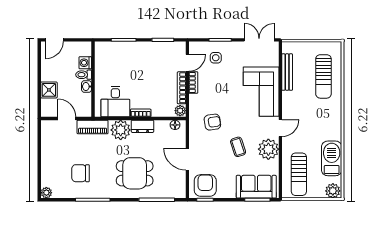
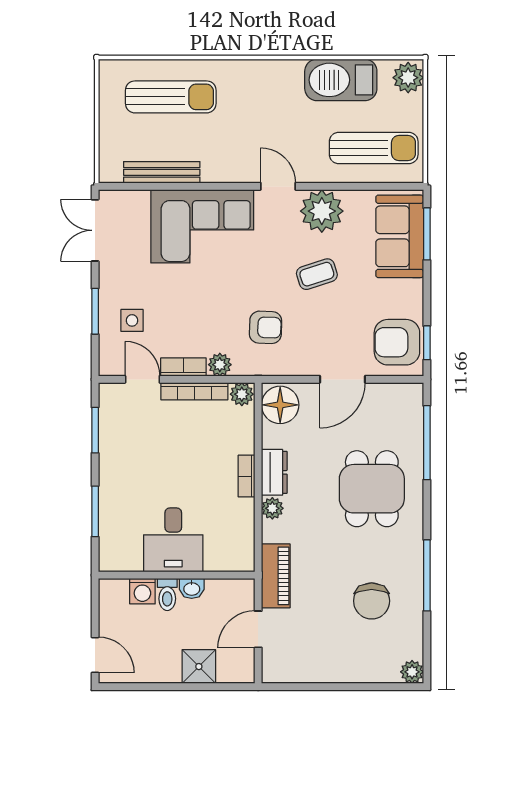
plant: (194, 100) -> (220, 365), added
desk: (115, 102) -> (173, 540), moved, turned 90
armchair: (212, 122) -> (266, 327), turned 101
floor lamp: (175, 125) -> (280, 405), width x1.89, depth x1.89
plant: (121, 130) -> (272, 508), width x0.53, depth x0.53

